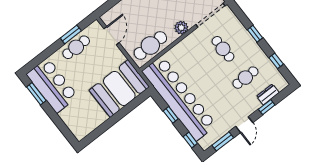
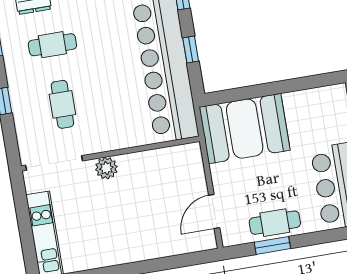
cafe table: (150, 46) -> (165, 167), removed

